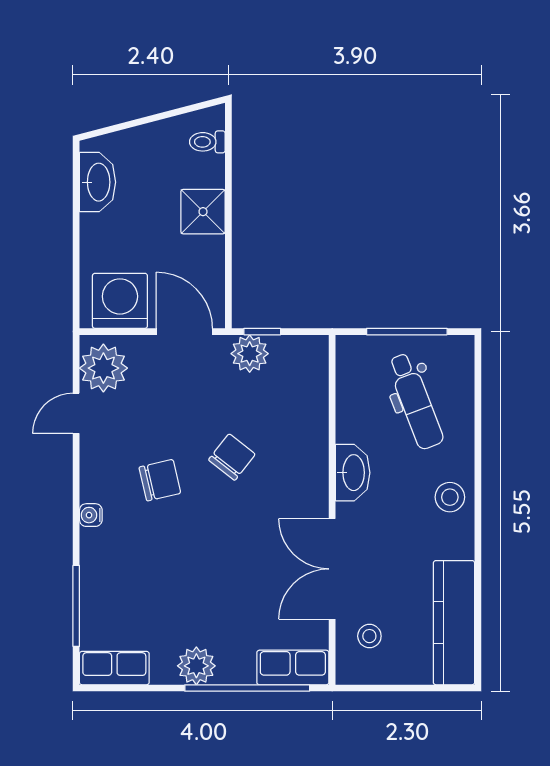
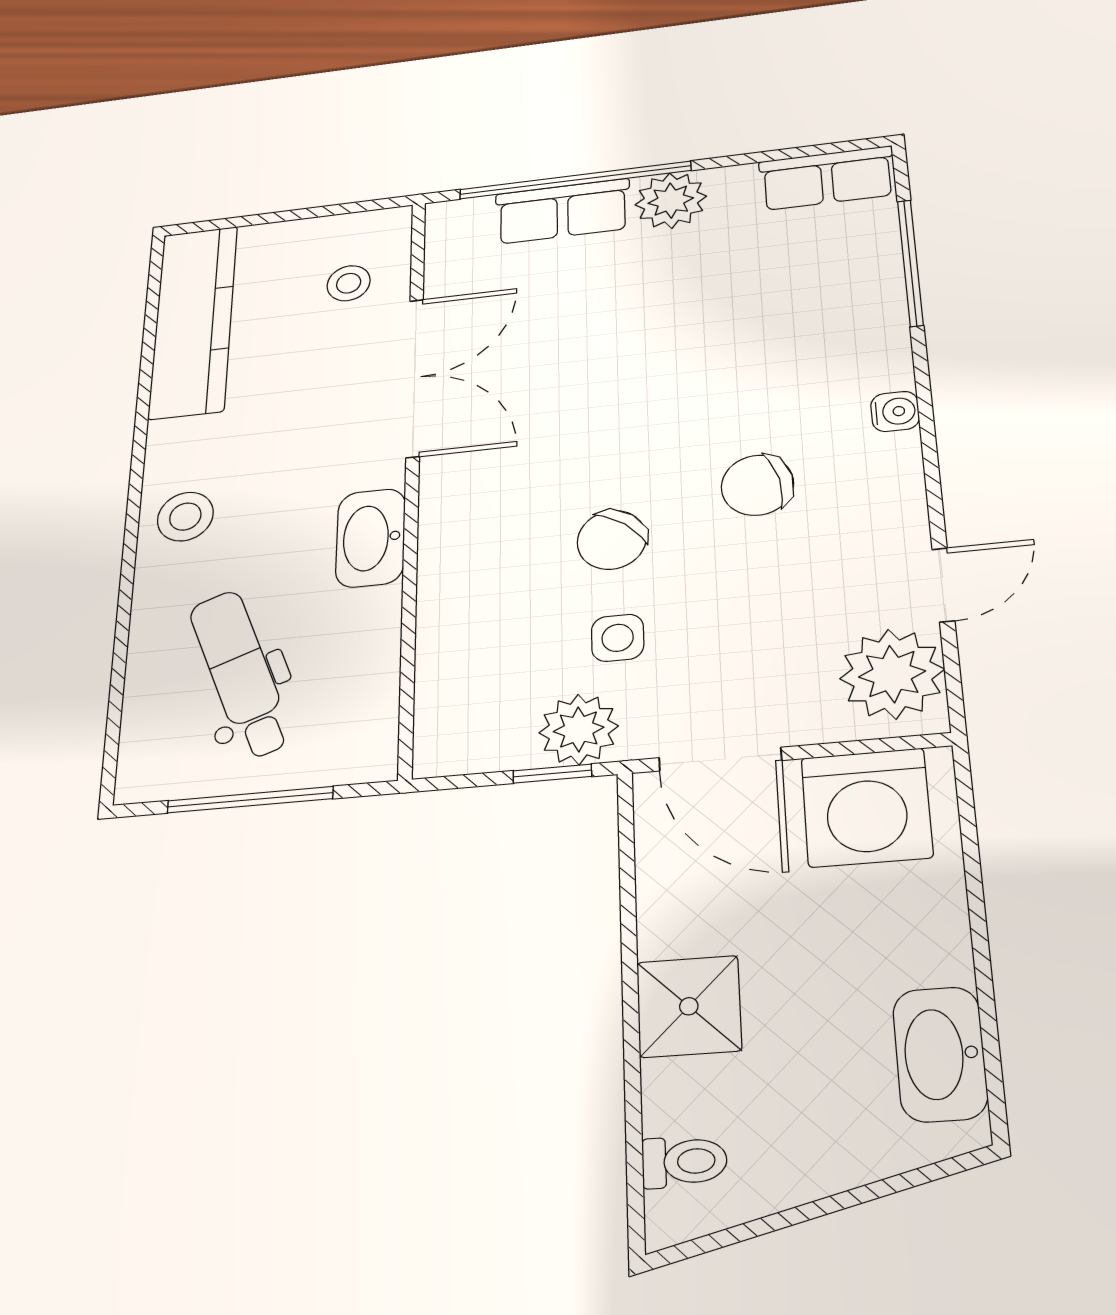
side table: (230, 401) -> (618, 638), added
row of seats: (293, 667) -> (563, 211), moved

